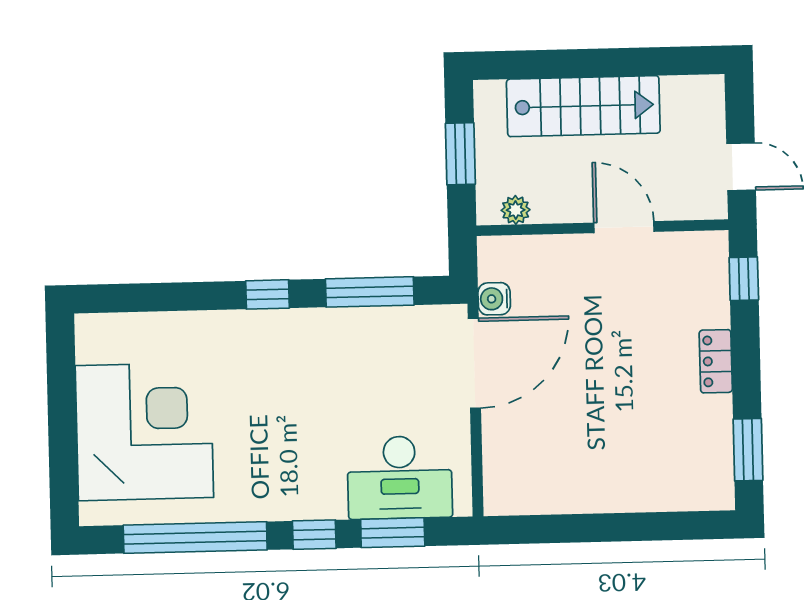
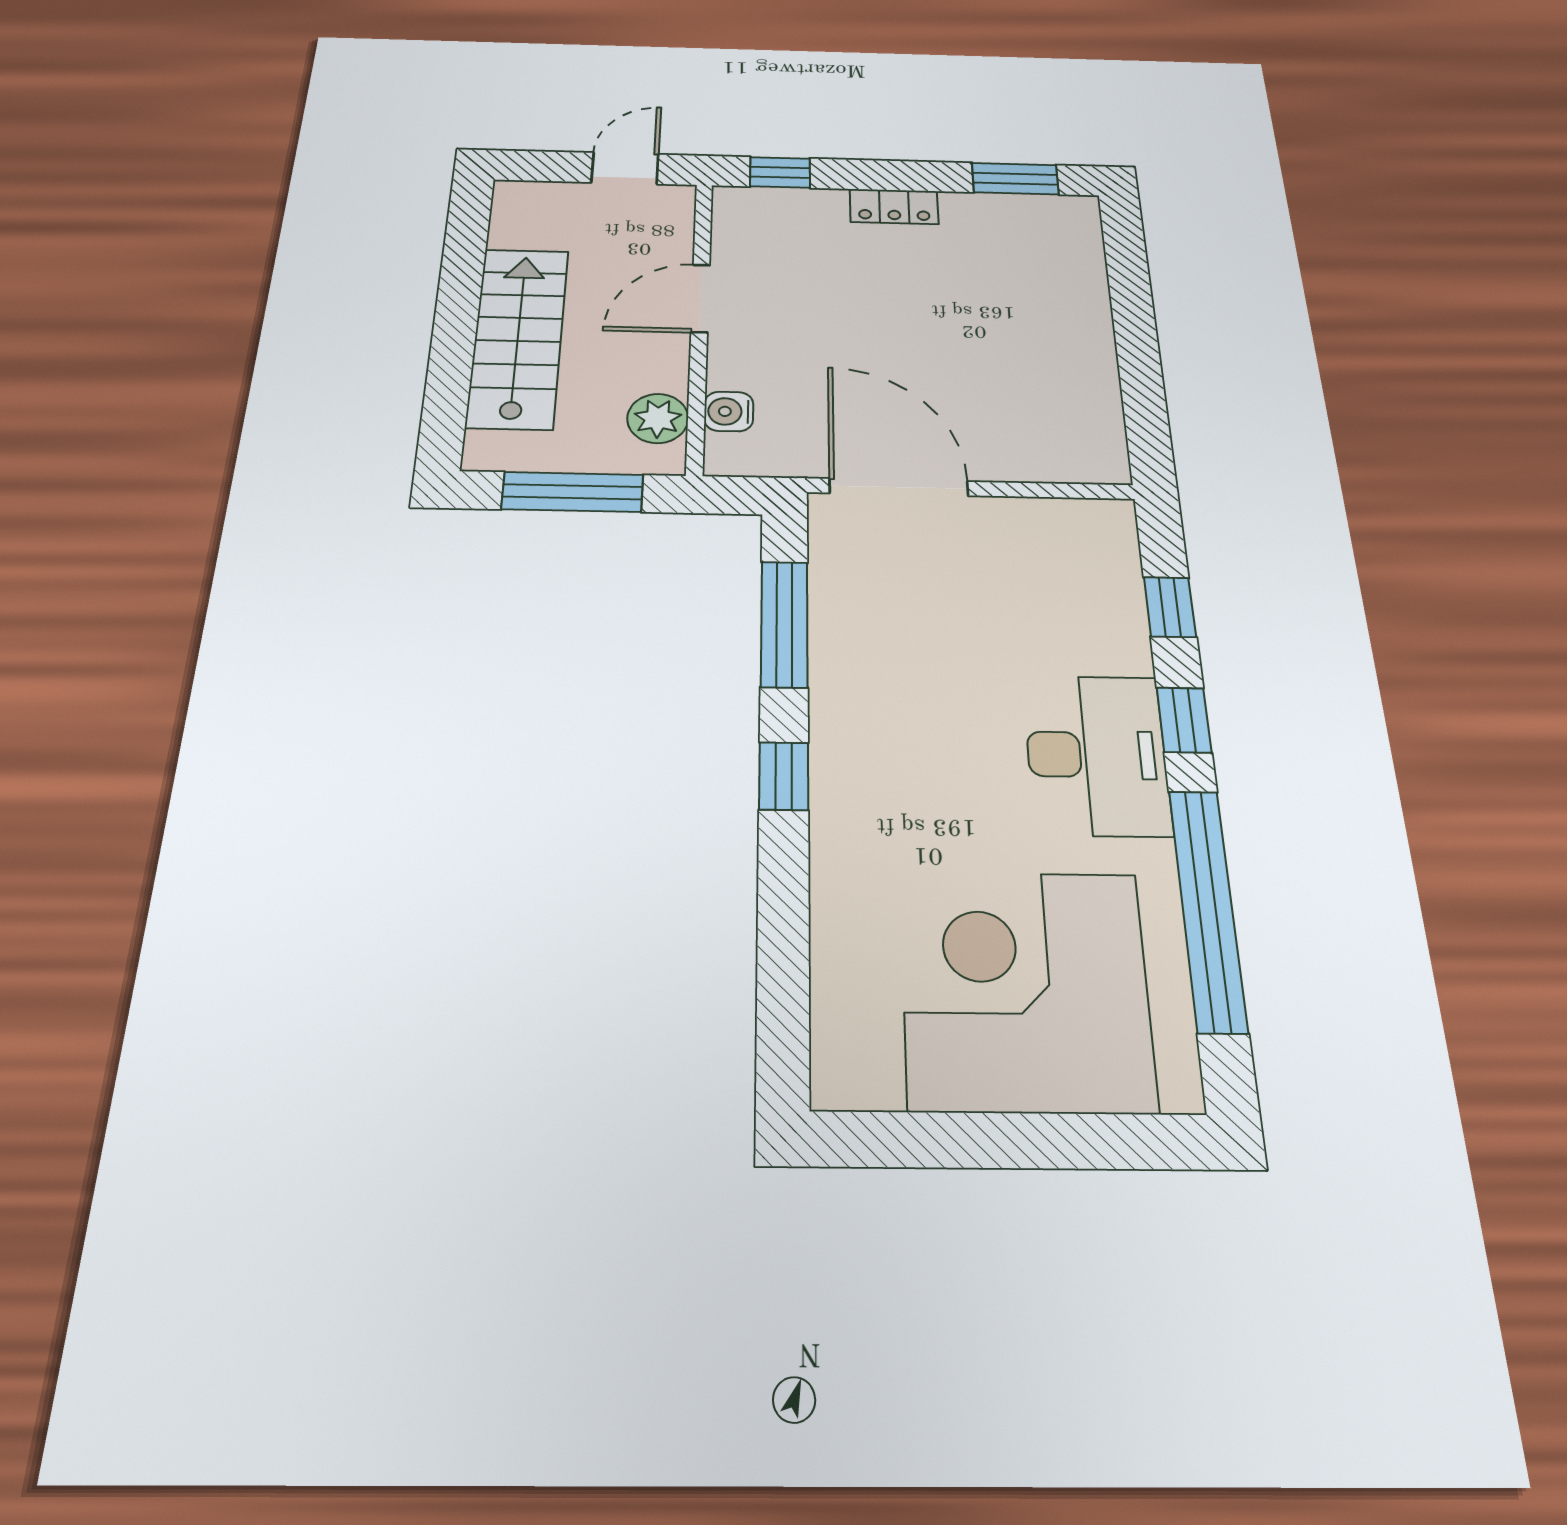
window: (460, 154) -> (573, 492), width x1.44
plant: (516, 210) -> (658, 418), width x1.38, depth x1.38
water cooler: (494, 299) -> (729, 411), moved, turned 90
desk: (400, 477) -> (1097, 755), moved
window: (393, 533) -> (1170, 607), width x0.67

